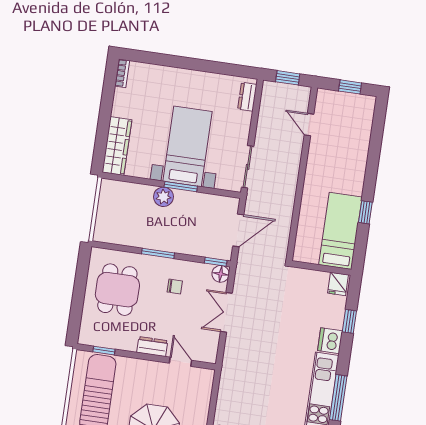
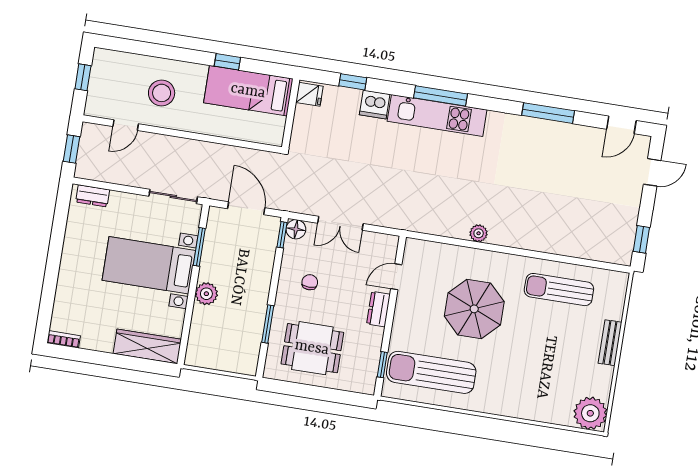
stool: (337, 155) -> (162, 93), added
window: (181, 187) -> (199, 247), moved
window: (158, 253) -> (268, 324), moved

